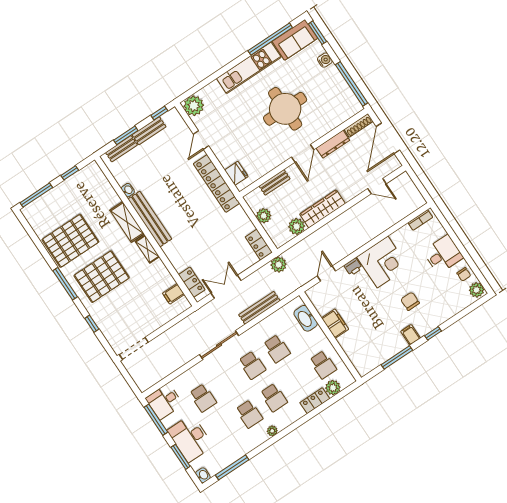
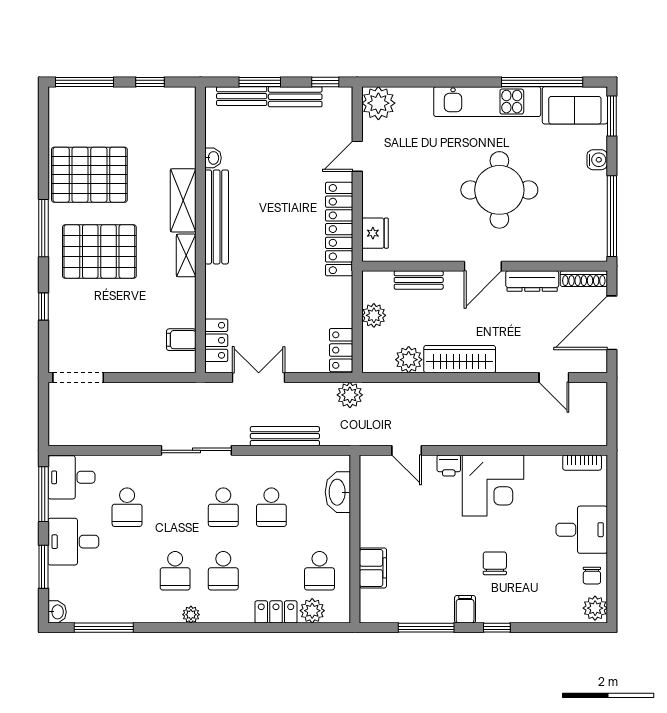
door: (326, 274) -> (407, 450), swing flipped
filing cabinet: (335, 324) -> (373, 568), moved
desk: (190, 438) -> (73, 542), width x0.73

